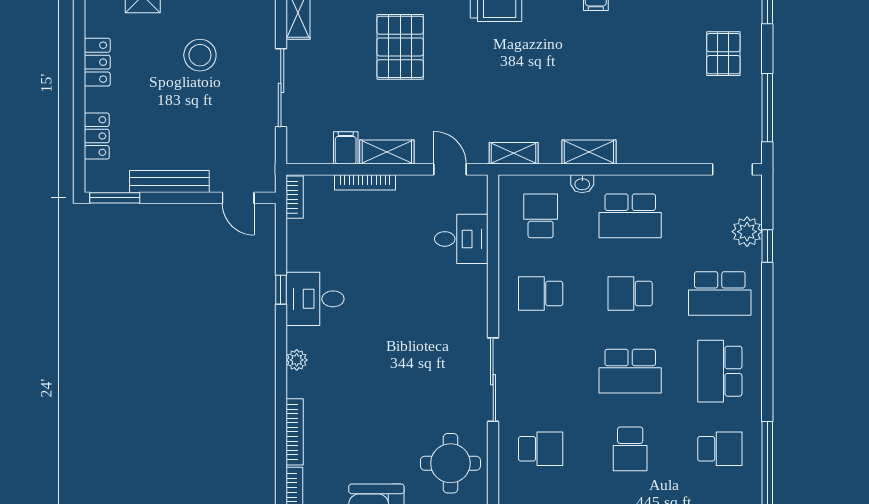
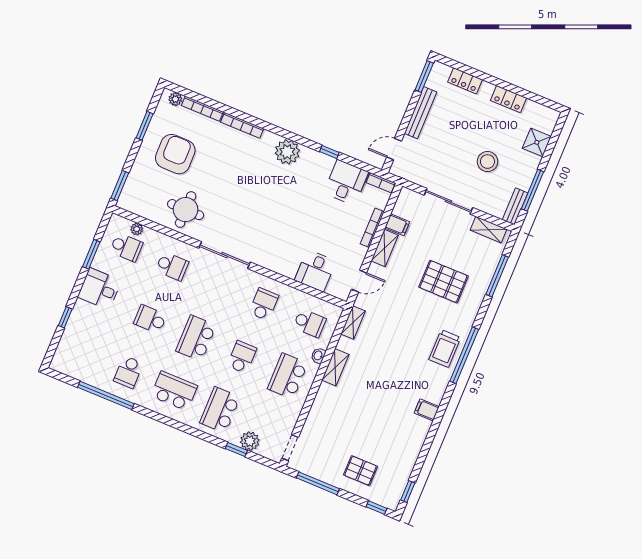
desk: (315, 299) -> (346, 182), moved
plant: (297, 360) -> (287, 152), width x1.88, depth x1.88
school desk: (541, 449) -> (172, 266), turned -90

